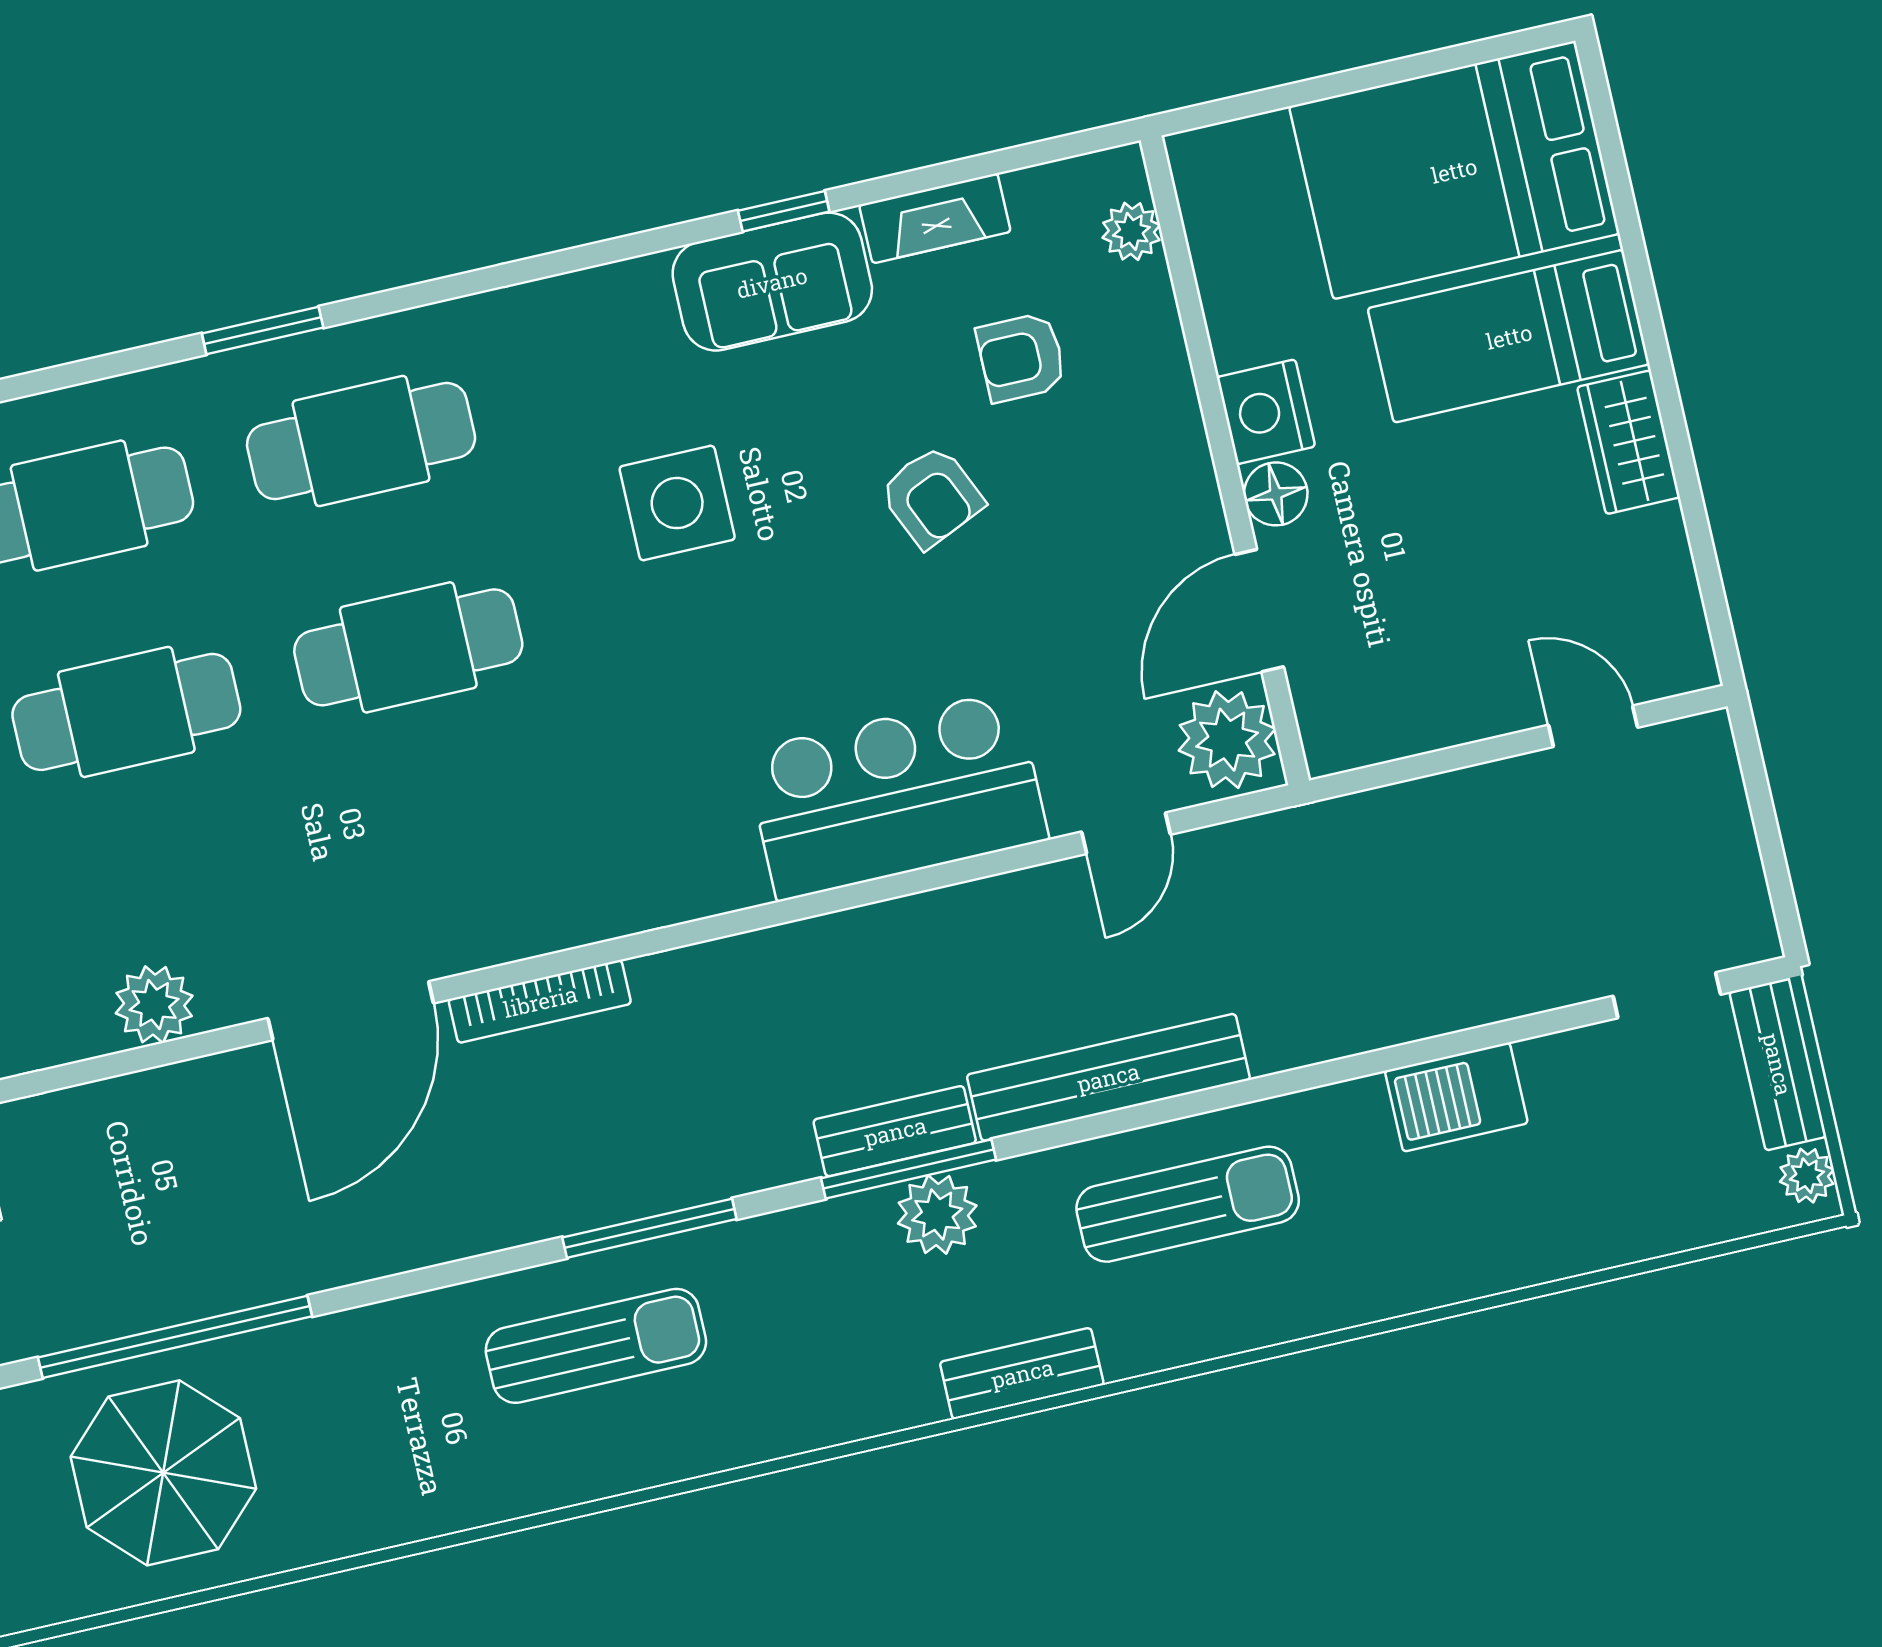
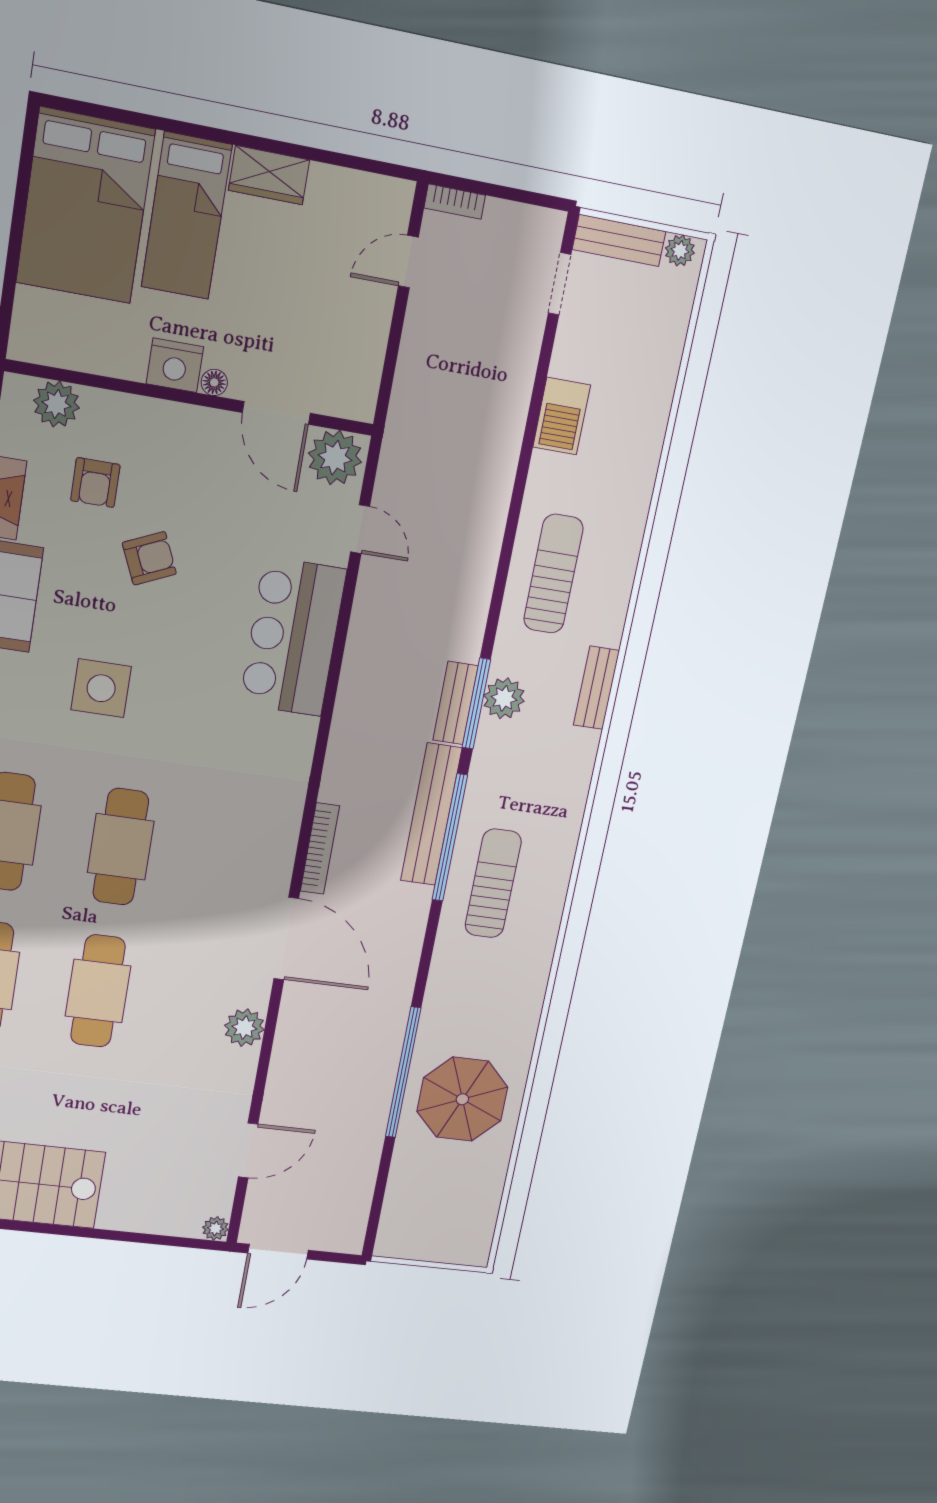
plant: (1131, 231) -> (57, 404), width x1.38, depth x1.38
floor lamp: (1276, 494) -> (214, 382), width x0.73, depth x0.73
bookcase: (1719, 762) -> (455, 202), added
bench: (1108, 1077) -> (431, 814), moved
window: (649, 1228) -> (450, 838), width x1.46

